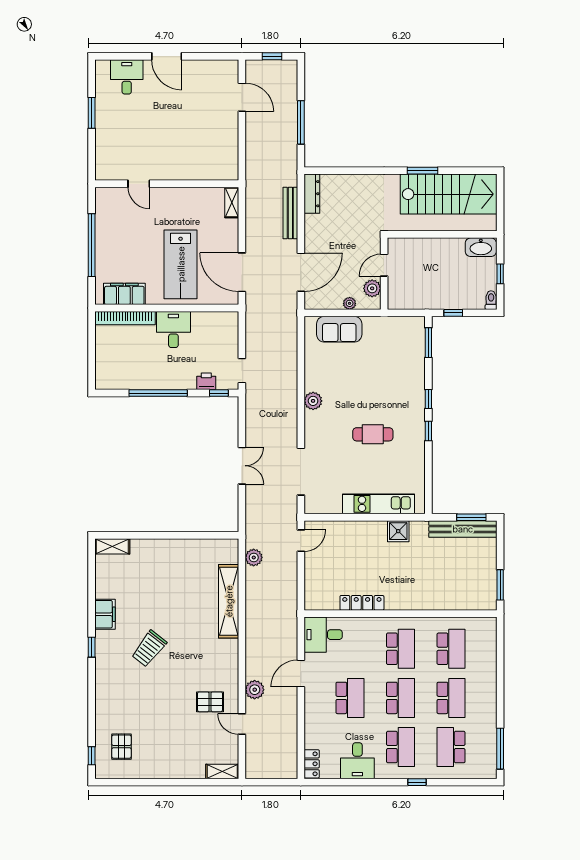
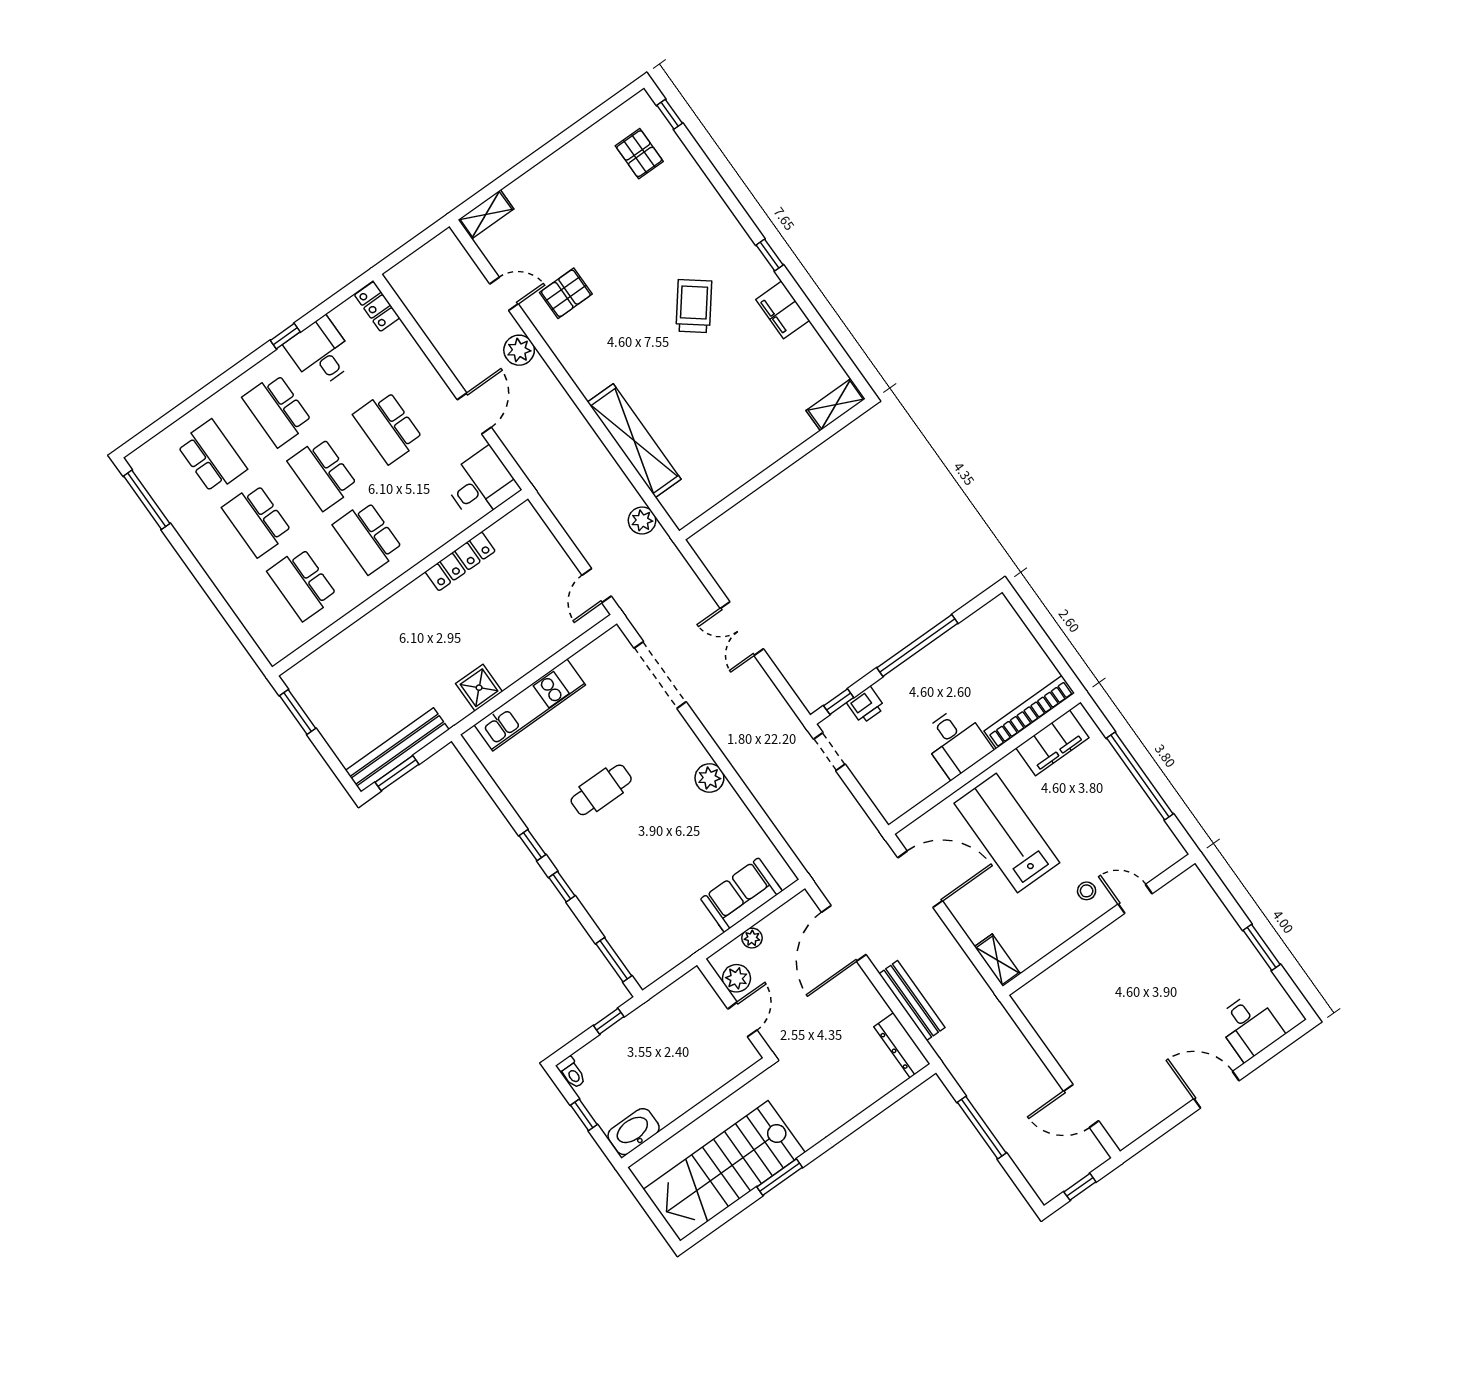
stool: (161, 206) -> (1087, 891), added
window: (417, 782) -> (285, 336), moved

